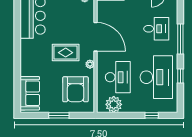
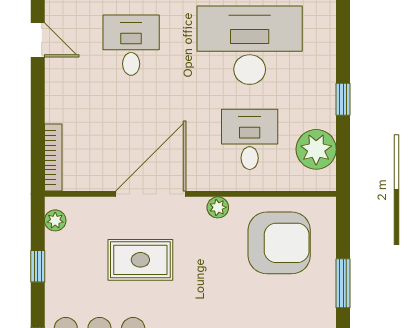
rug: (66, 53) -> (140, 260), moved, turned 90
desk: (118, 77) -> (250, 139), width x0.73
window: (152, 115) -> (343, 99), moved

